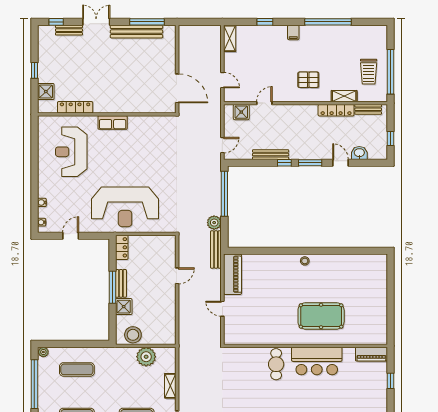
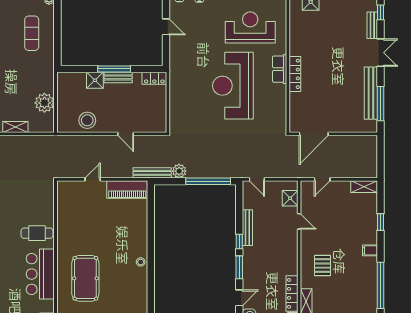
locker: (75, 107) -> (295, 74), moved
reception desk: (125, 207) -> (233, 86), moved
stool: (133, 335) -> (87, 120), moved

